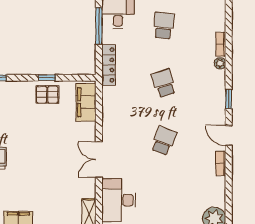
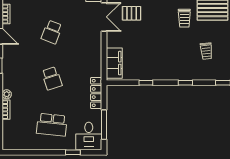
school desk: (164, 26) -> (52, 125), width x1.85
pallet: (47, 95) -> (132, 13), moved

